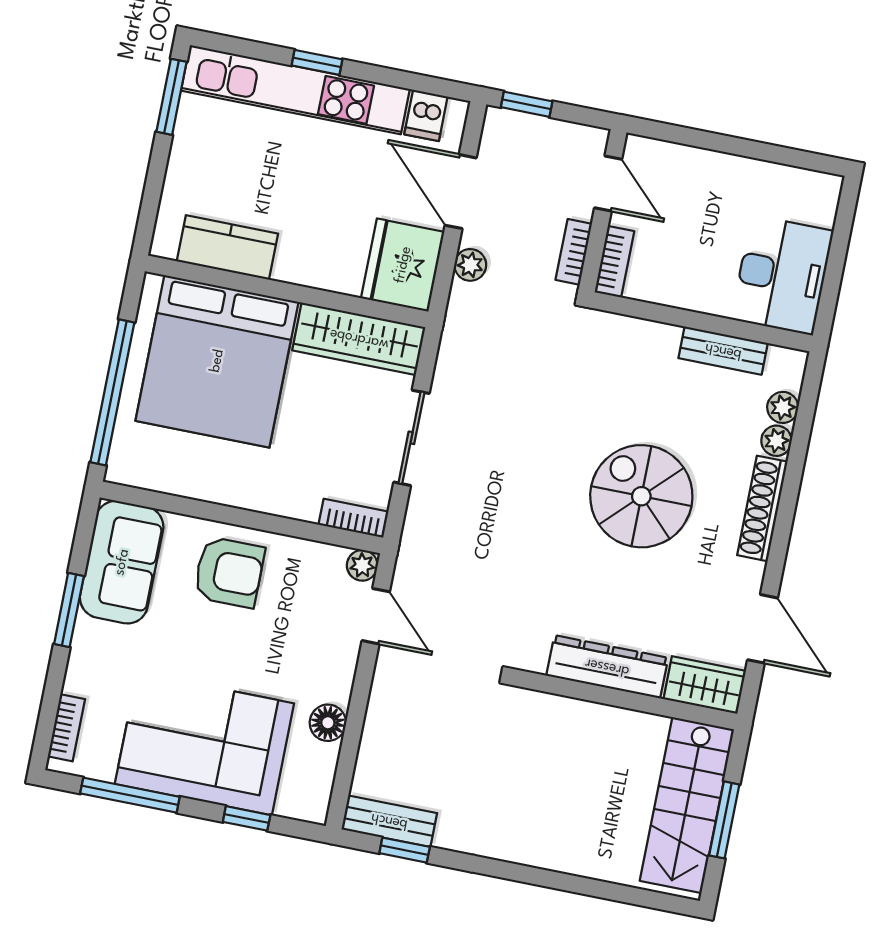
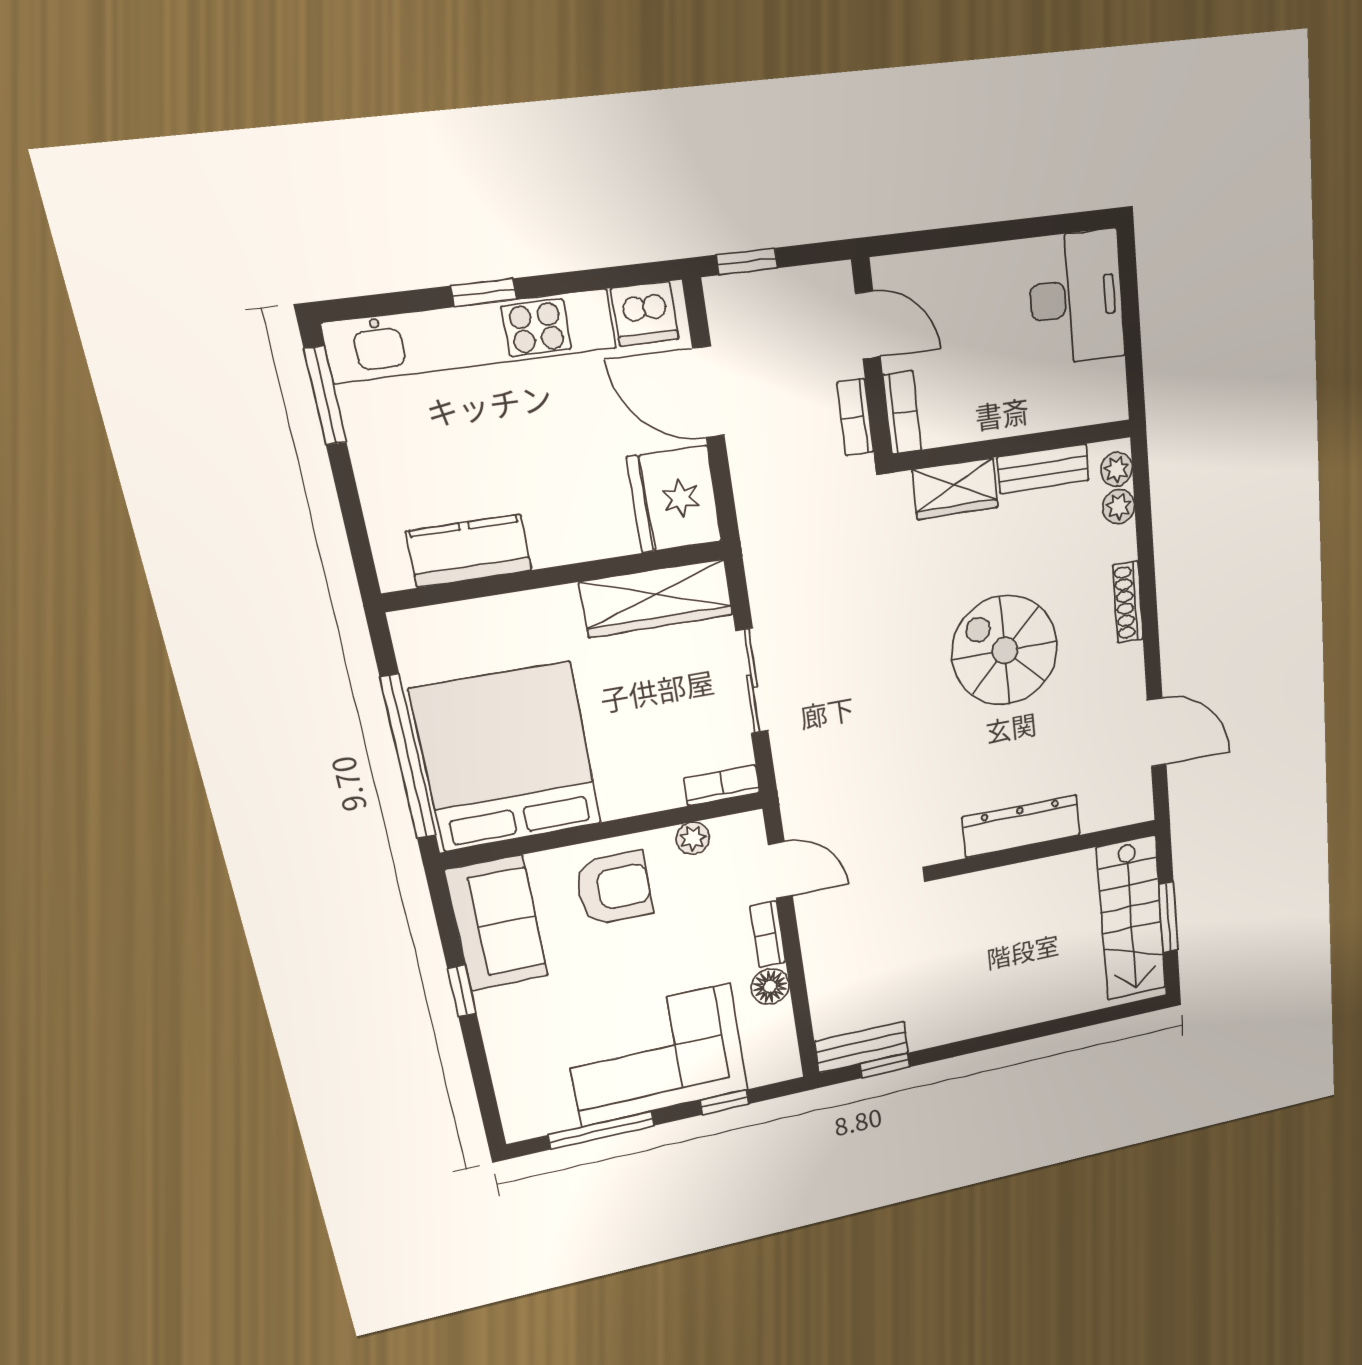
dishwasher: (426, 115) -> (645, 314), width x1.38
plant: (470, 265) -> (749, 472), removed
desk: (782, 275) -> (1076, 298), moved
bed: (217, 361) -> (507, 757), moved, turned 180
plant: (776, 441) -> (1117, 469), moved
shoe rack: (762, 508) -> (1128, 602), width x0.74, depth x0.81
plant: (362, 565) -> (693, 838), moved
window: (69, 610) -> (462, 991), width x0.67
wardrobe: (705, 685) -> (955, 489), moved, turned 180
bookcase: (66, 728) -> (768, 934), moved, turned 180

